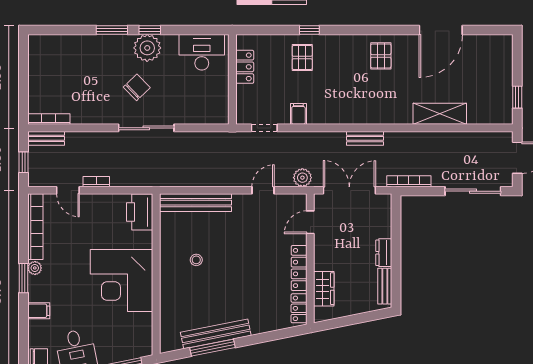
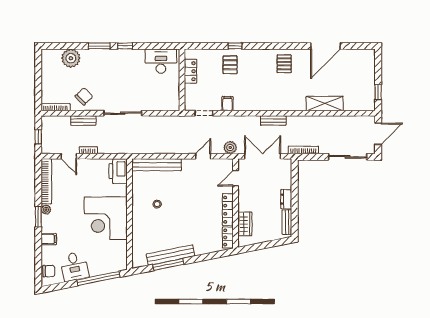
plant: (147, 48) -> (71, 58), moved
chair: (137, 87) -> (84, 96), moved
bench: (46, 138) -> (83, 120), moved

